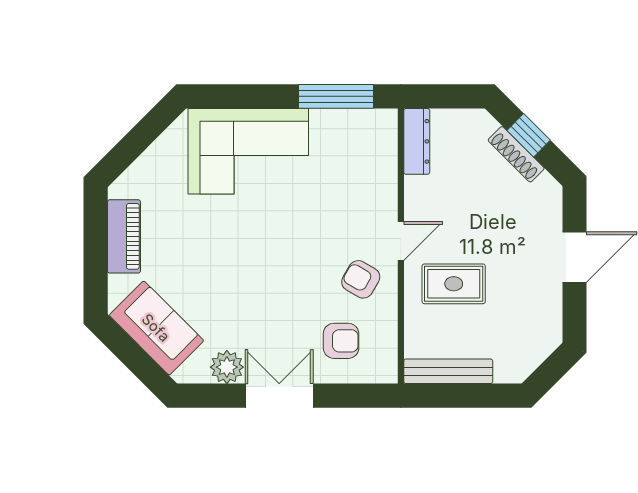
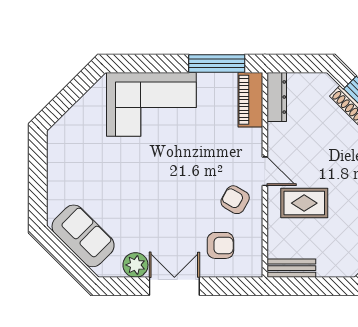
piano: (124, 236) -> (250, 100), moved, turned 180
door: (401, 241) -> (265, 171), hinge flipped
bench: (448, 371) -> (291, 268), width x0.73

